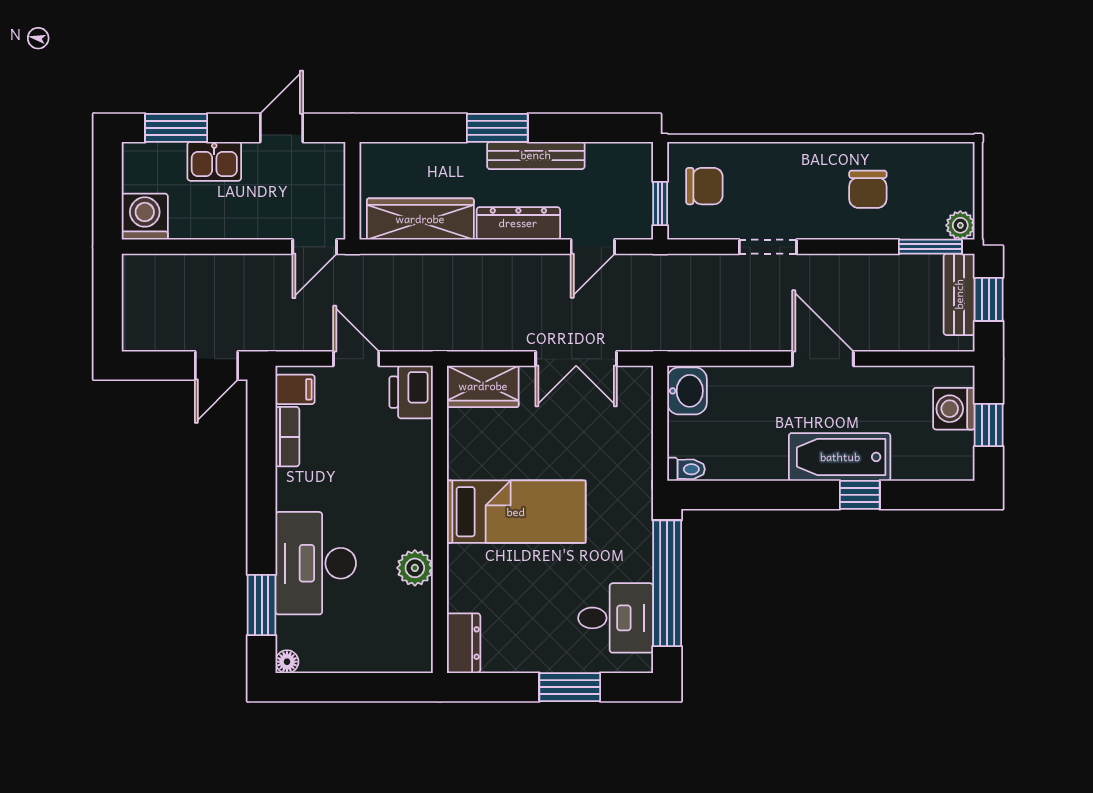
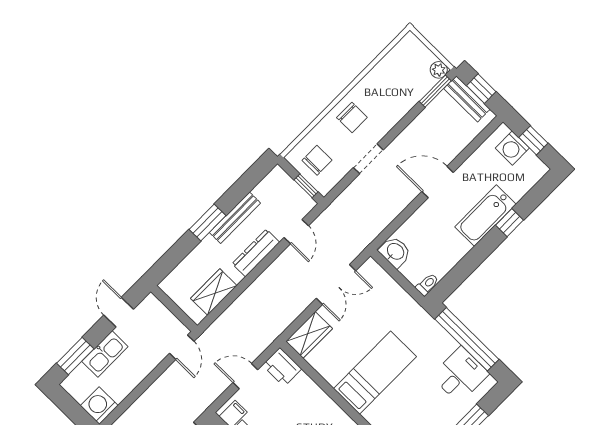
kitchen sink: (214, 161) -> (105, 354), width x1.38
chair: (868, 189) -> (352, 117), moved
wardrobe: (420, 219) -> (214, 292), width x0.67

